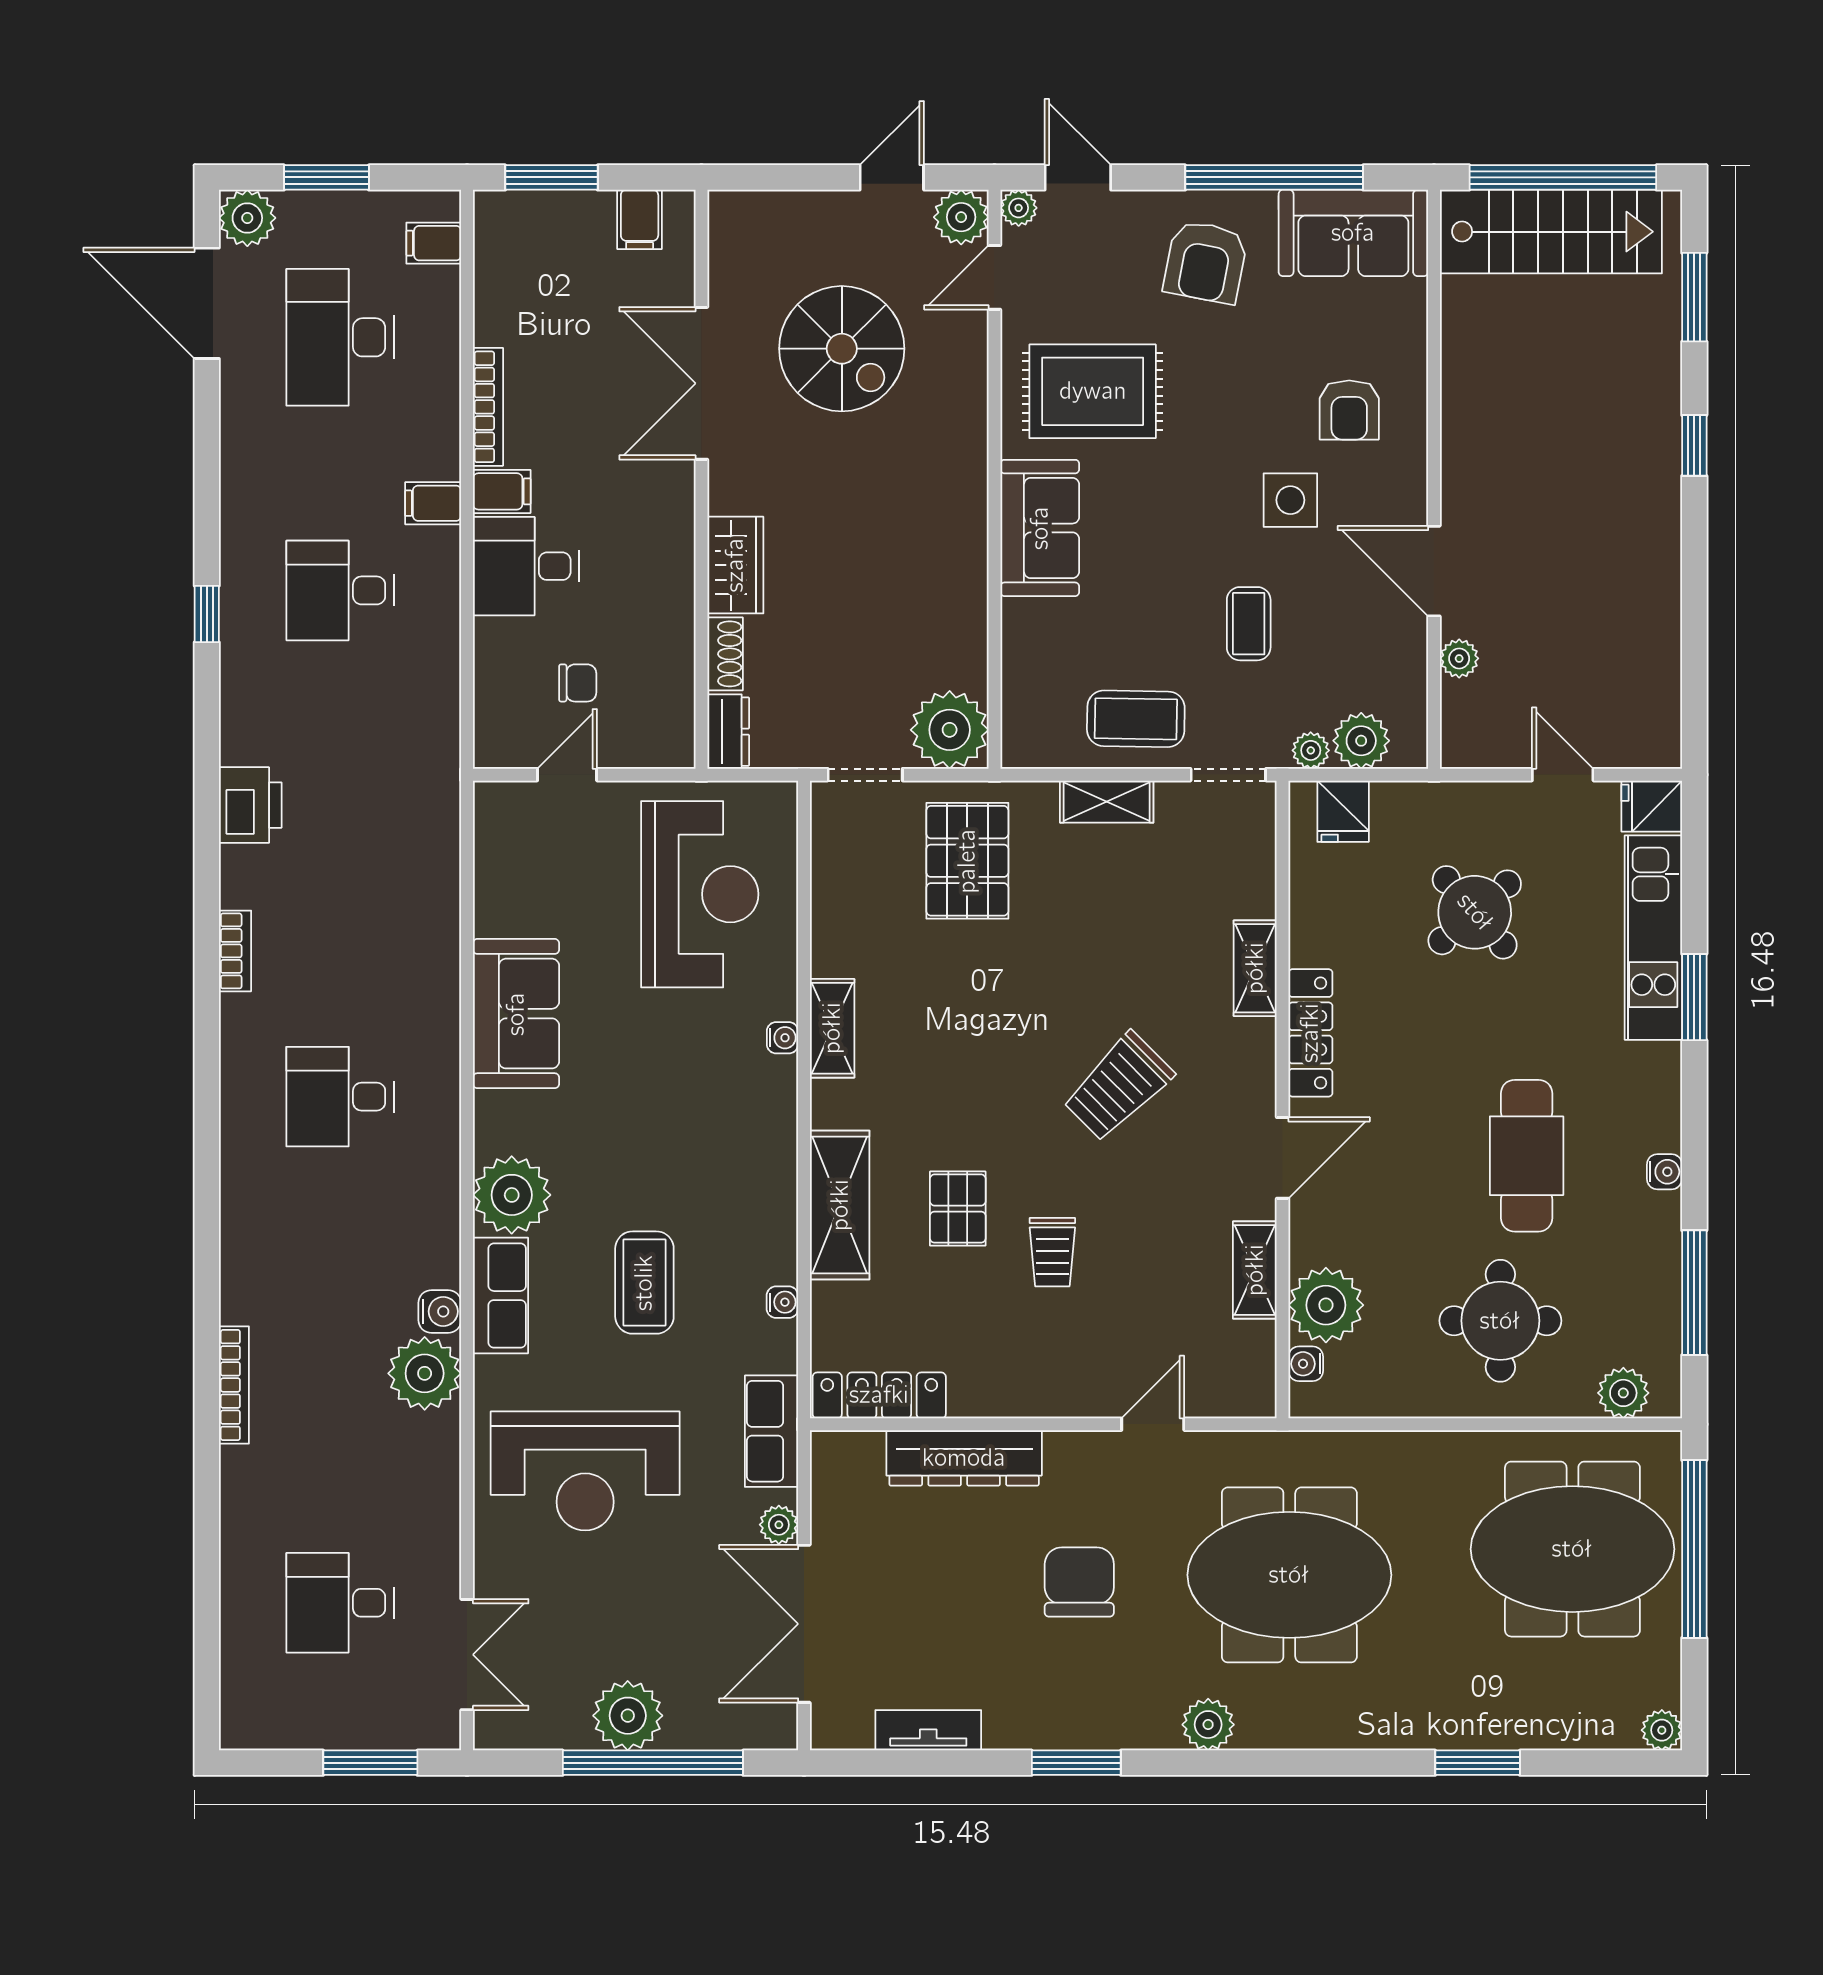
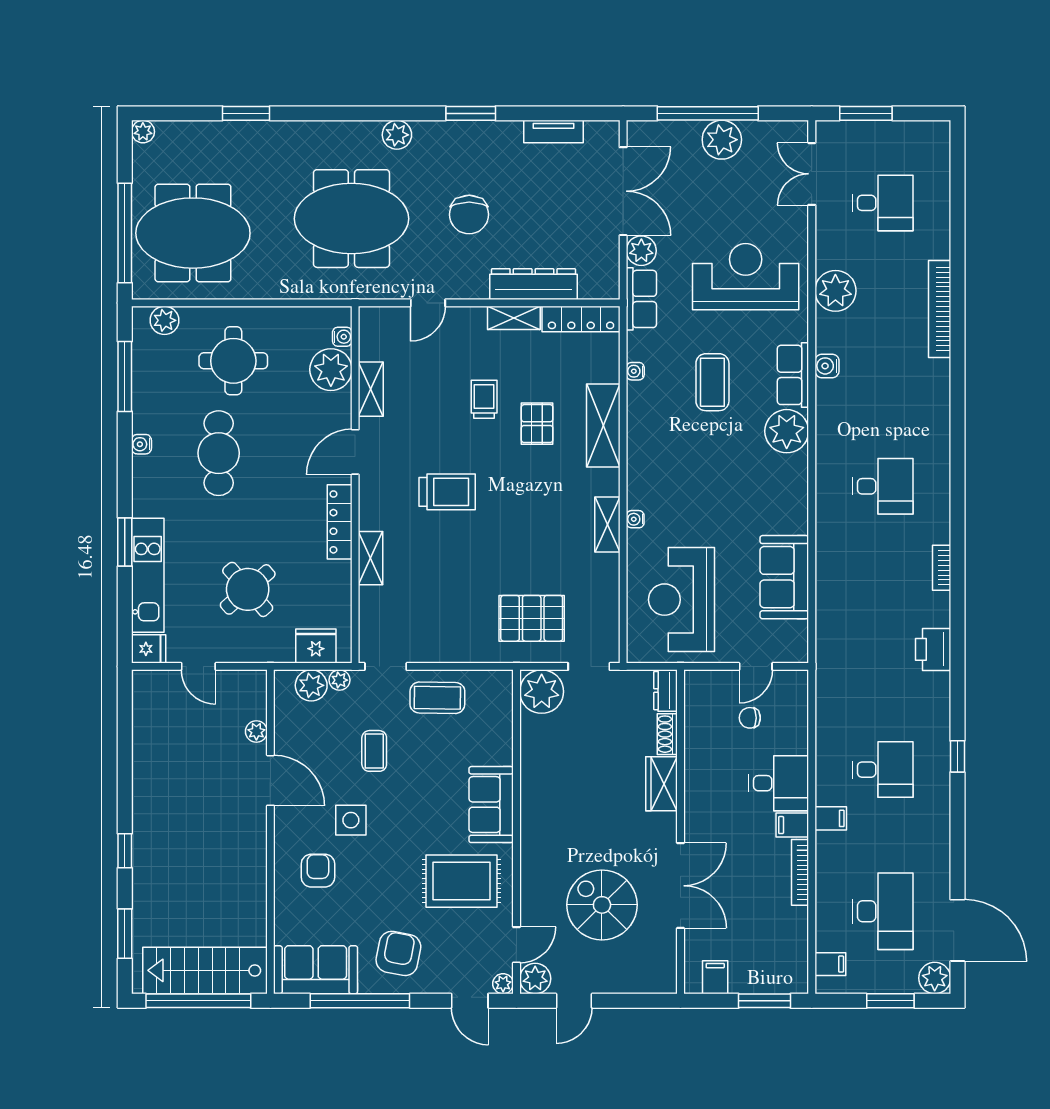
shelving: (1107, 802) -> (514, 318), moved
fridge: (1343, 811) -> (316, 646), width x1.38
pallet: (967, 861) -> (532, 618), turned 90
sofa: (516, 1014) -> (784, 577), moved
trolley: (1118, 1087) -> (447, 492), turned 45
plant: (425, 1373) -> (835, 291), moved
bookcase: (234, 1385) -> (940, 309), width x1.48, depth x1.31
plant: (779, 1525) -> (641, 251), width x1.38, depth x1.38

